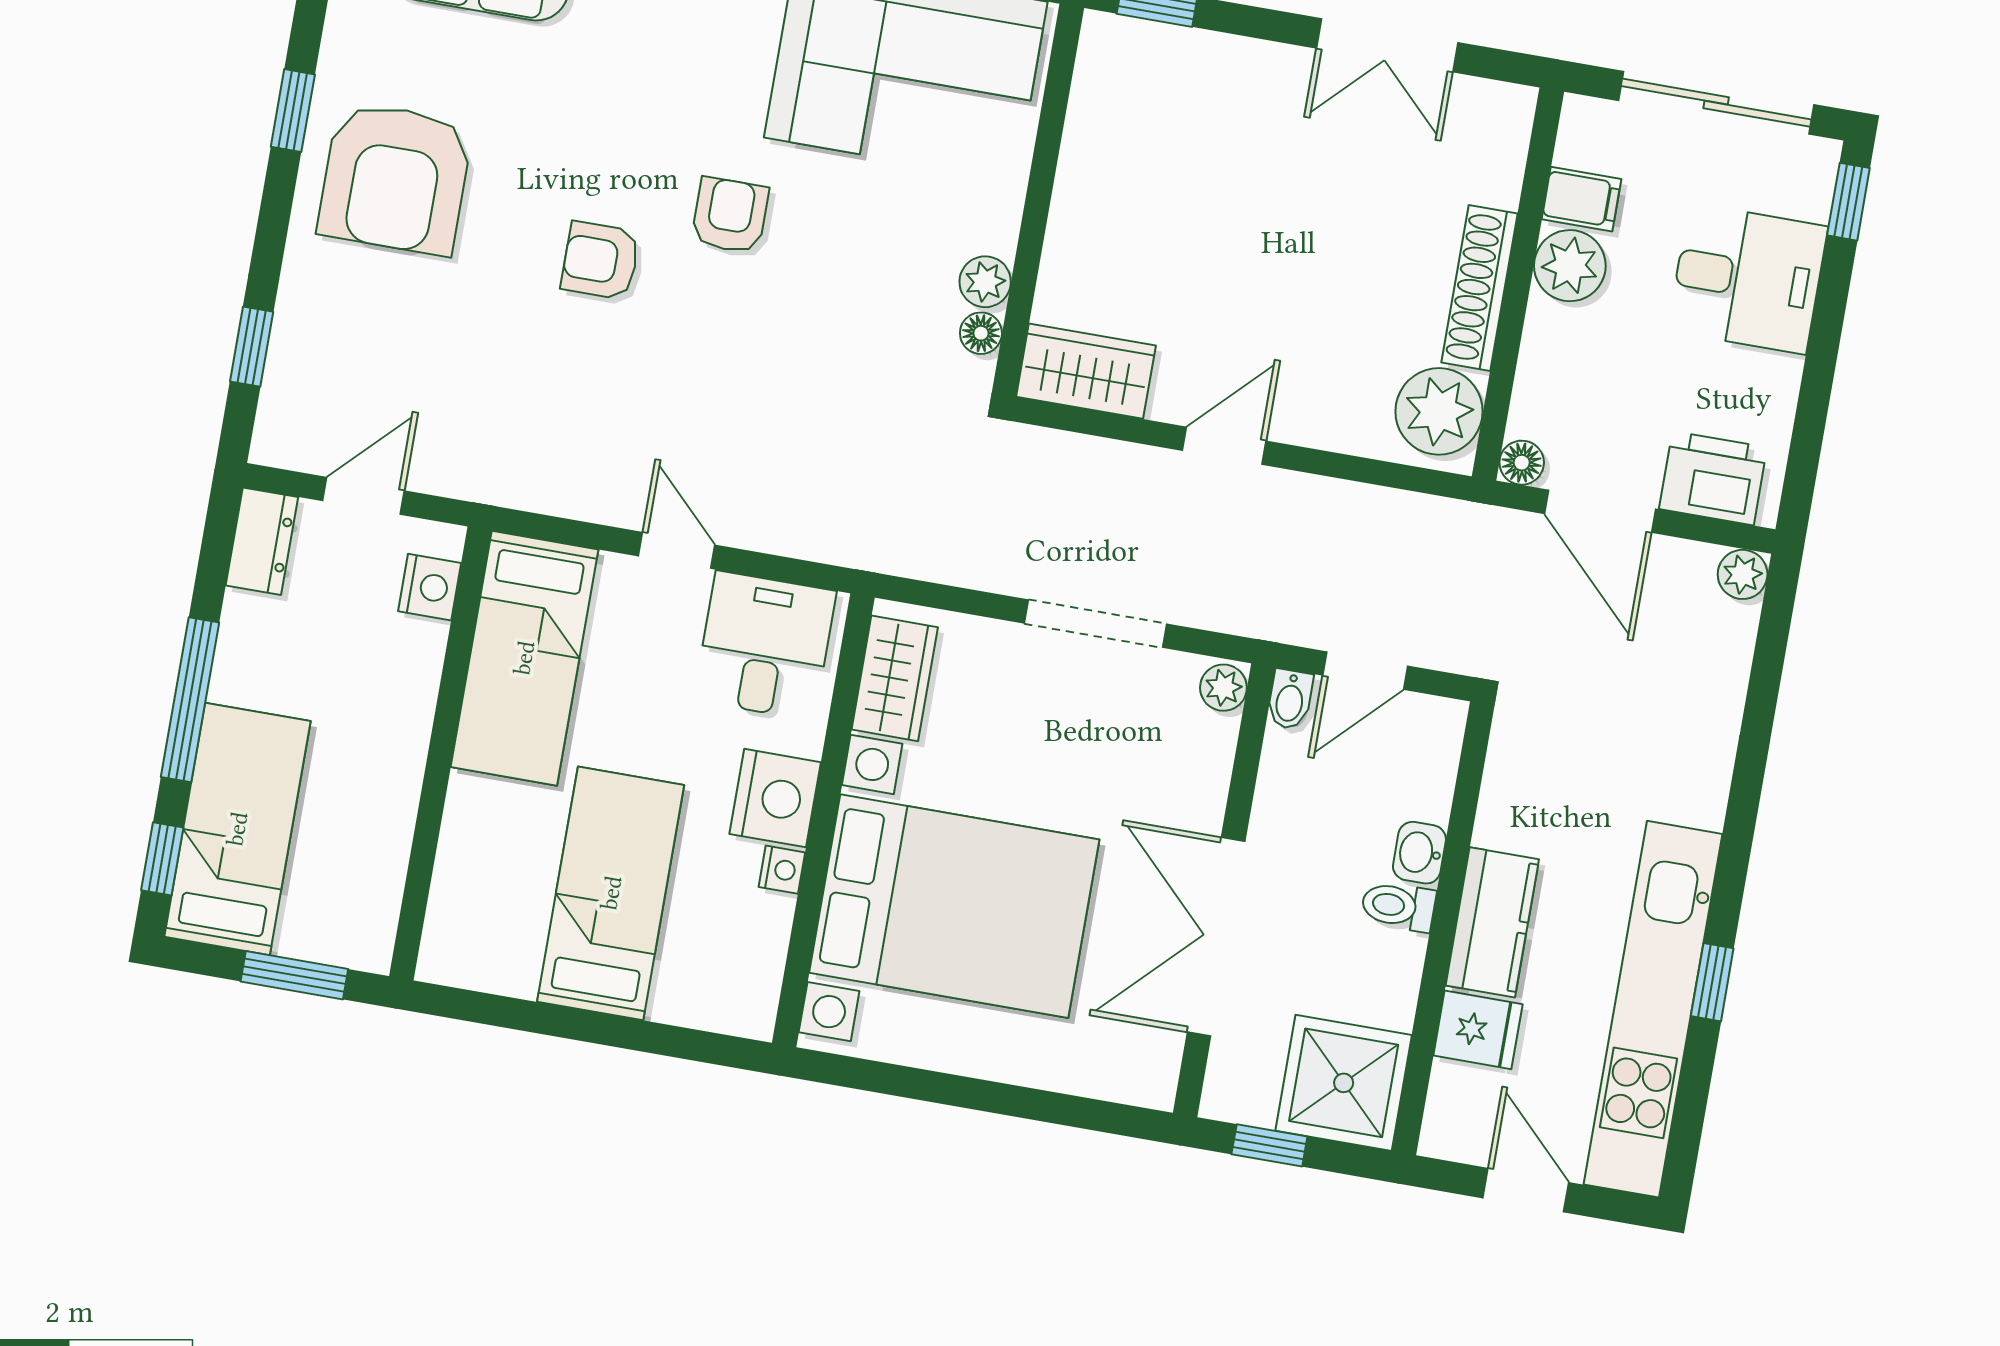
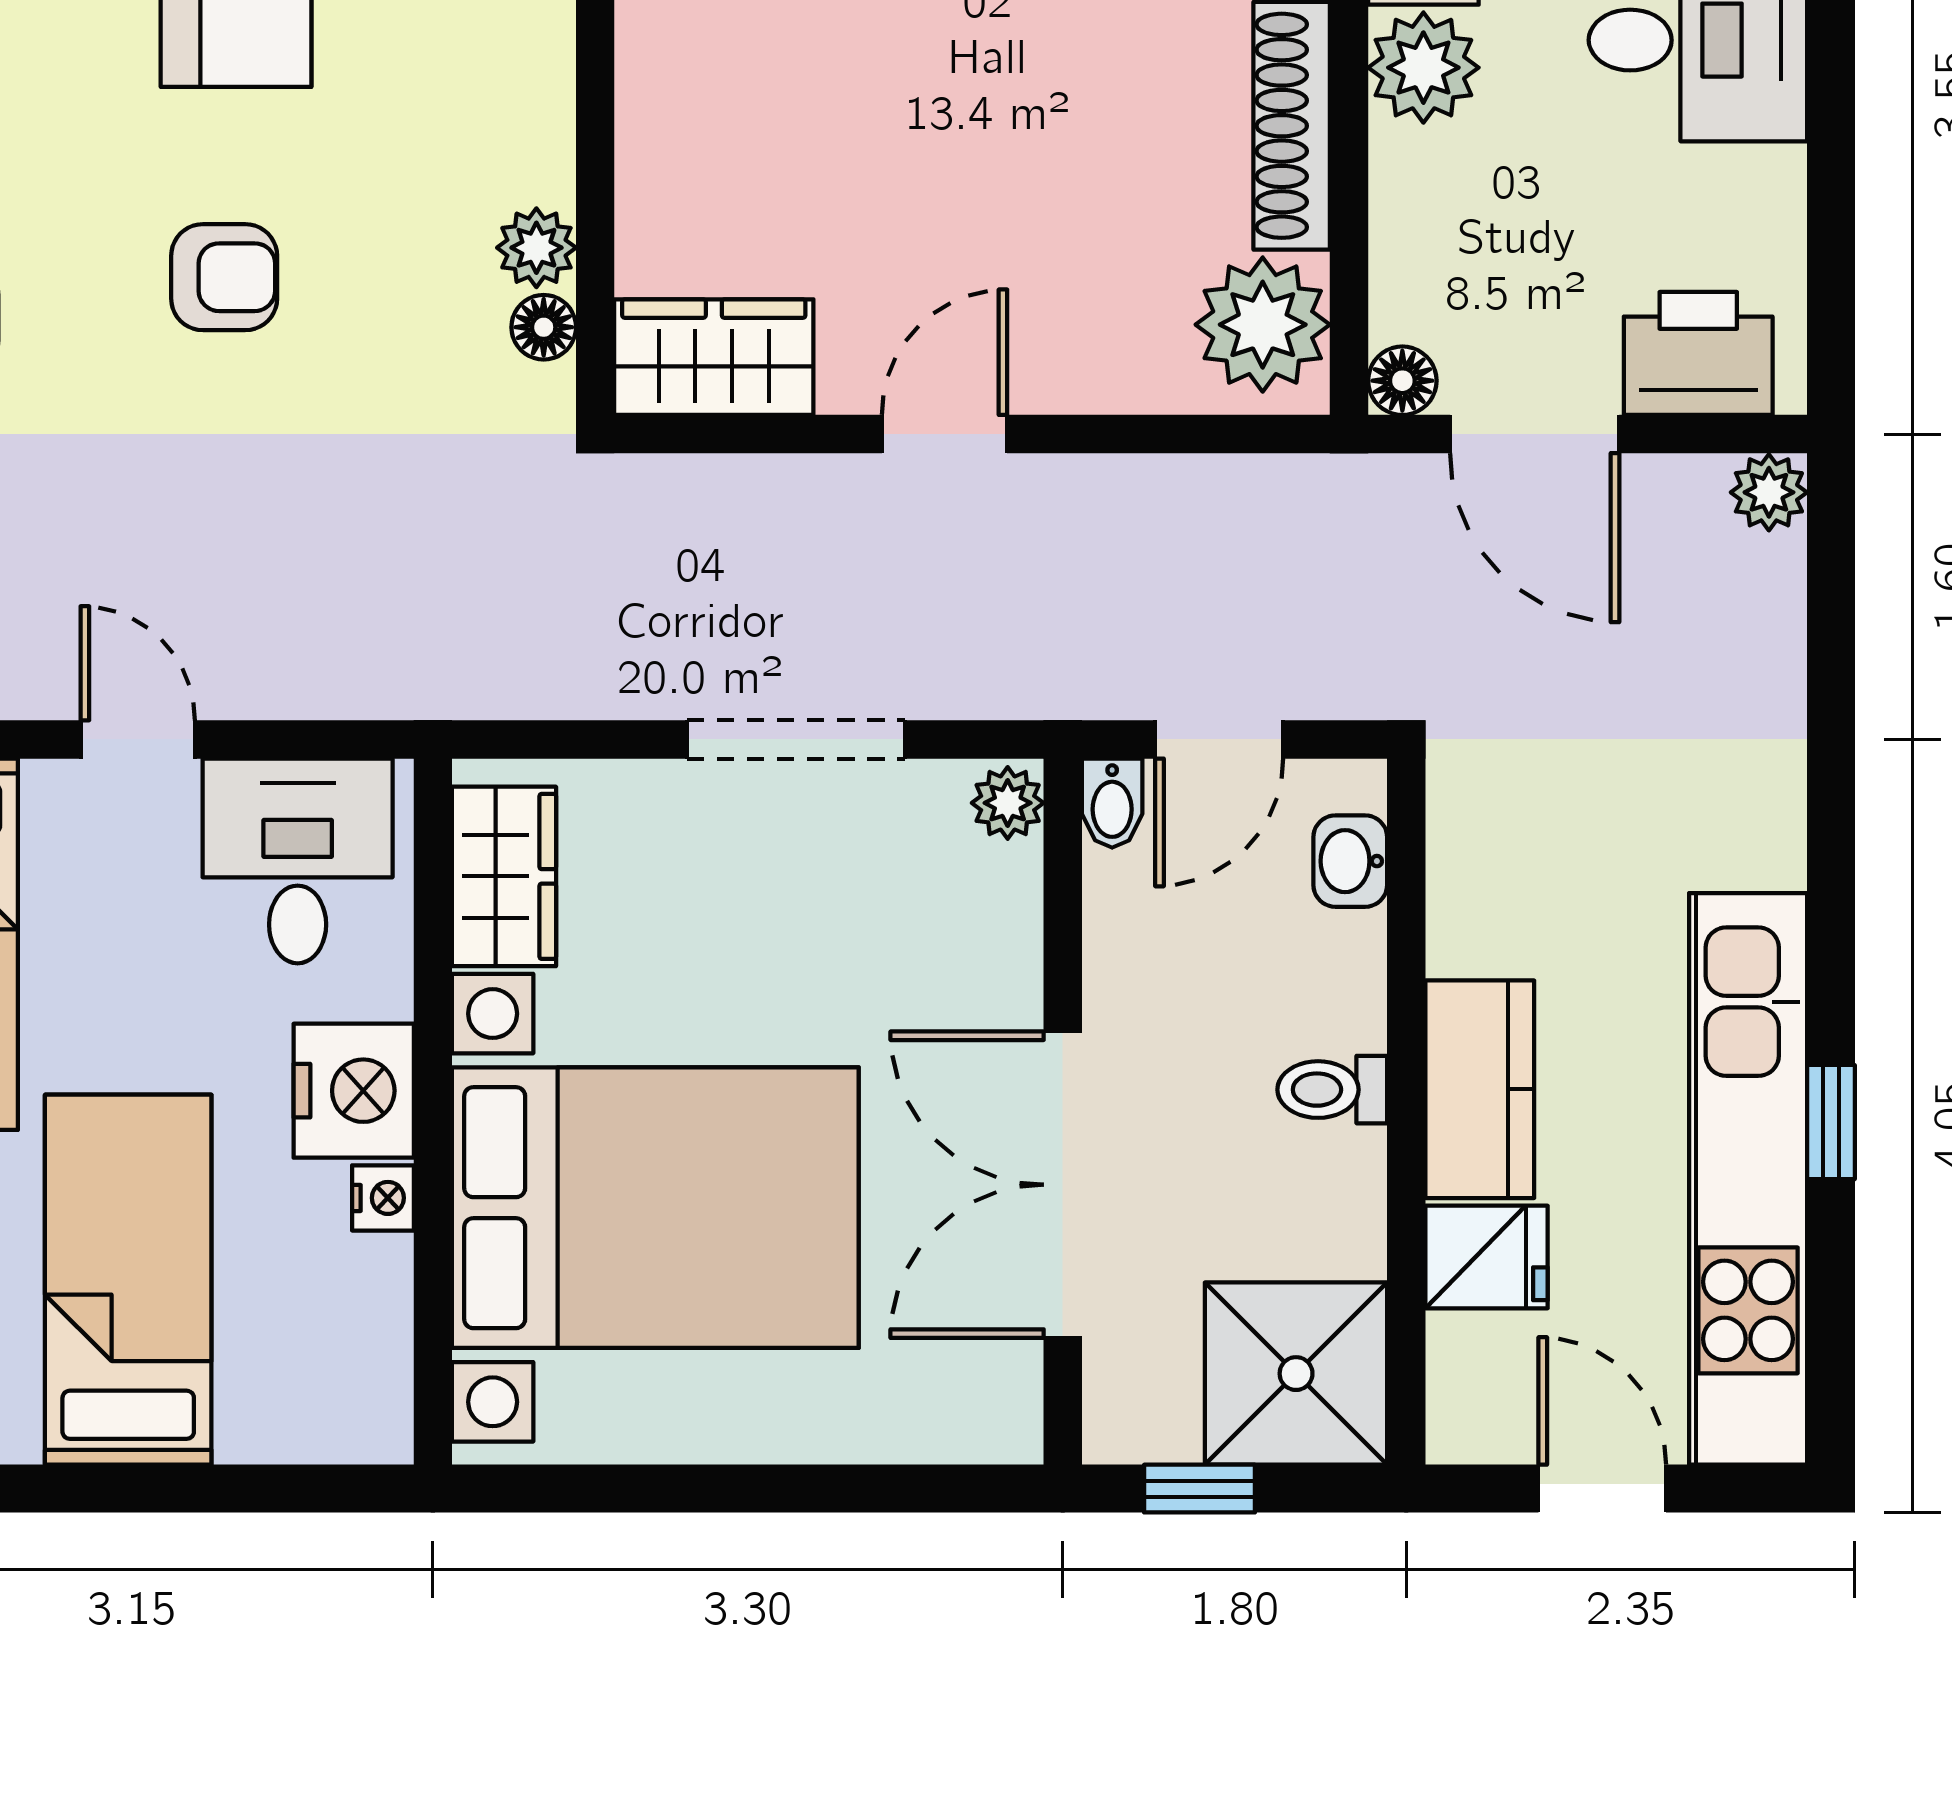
armchair: (730, 215) -> (224, 277), moved, turned 90
washbasin: (1419, 853) -> (1350, 861), moved

